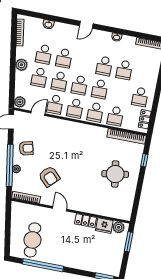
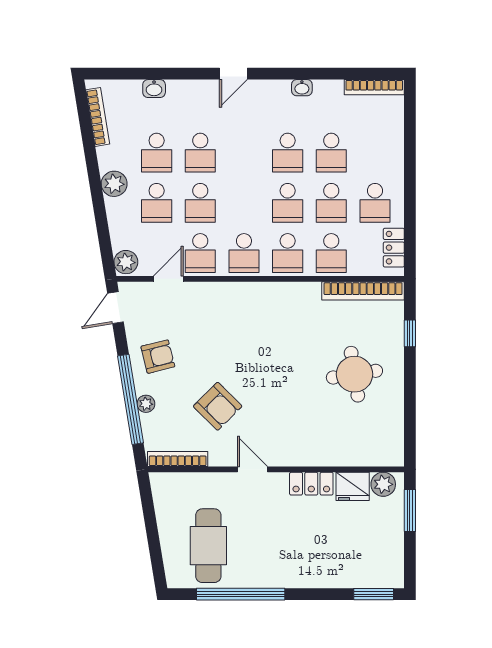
school desk: (80, 85) -> (331, 203), moved

